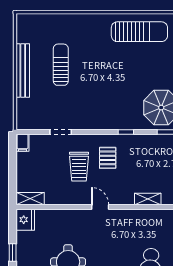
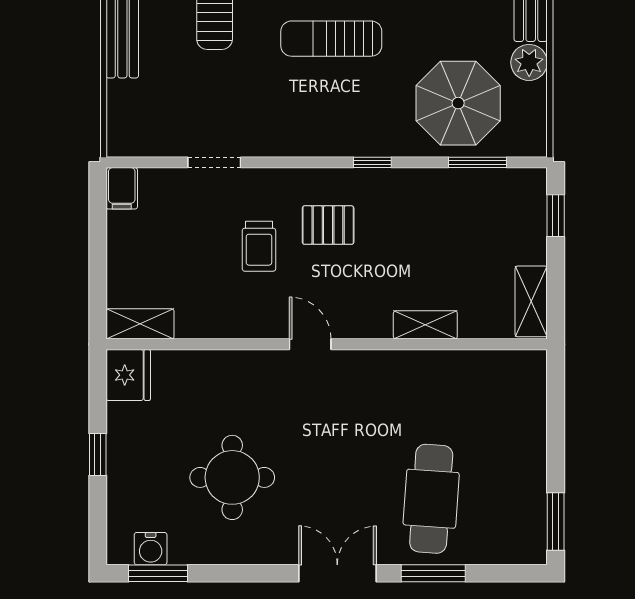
sun lounger: (109, 81) -> (331, 39), added
pallet: (108, 158) -> (328, 225), turned 90
trolley: (79, 167) -> (259, 246), width x0.73, depth x0.72

